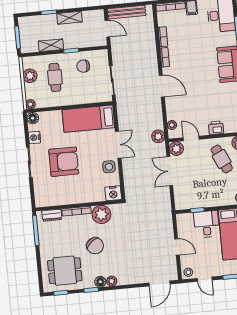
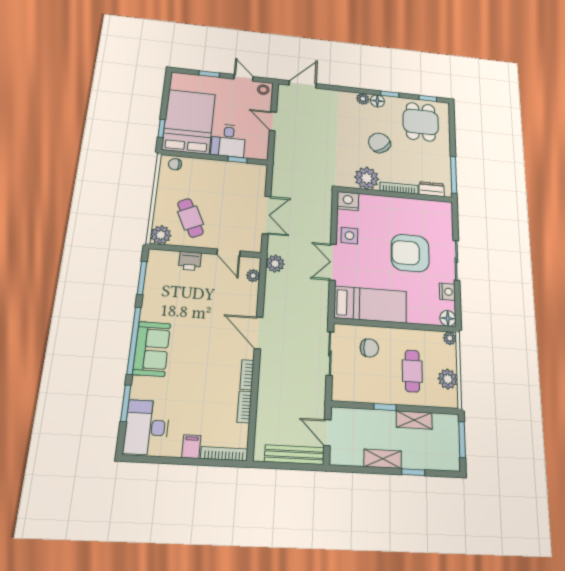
chair: (83, 66) -> (369, 348), moved
plant: (176, 149) -> (252, 243), removed
dining table: (65, 271) -> (421, 122), turned 90

